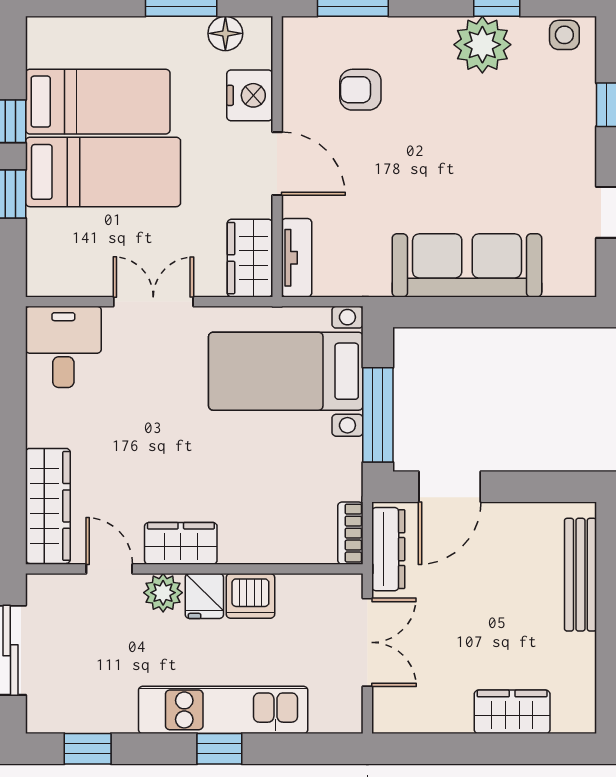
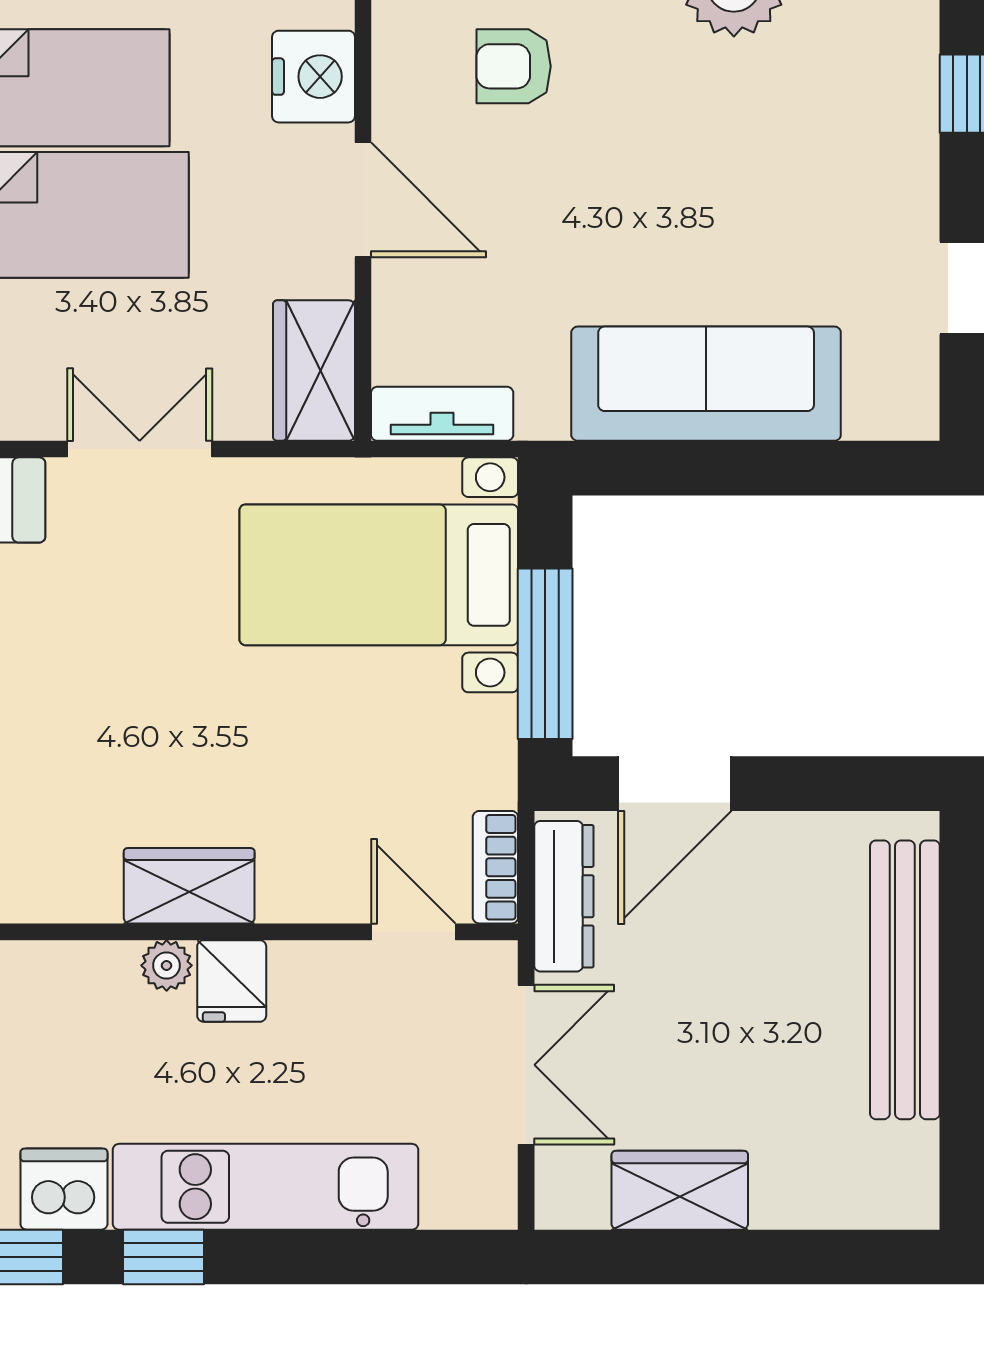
tv unit: (297, 258) -> (442, 414), moved, turned -90
door: (109, 569) -> (413, 932), moved
bench: (580, 575) -> (905, 980), width x1.37, depth x1.21
plant: (163, 593) -> (167, 965), width x0.73, depth x0.73
dishwasher: (250, 596) -> (64, 1189), moved, turned 180
wardrobe: (512, 712) -> (680, 1190), moved
window: (219, 749) -> (164, 1257), moved

